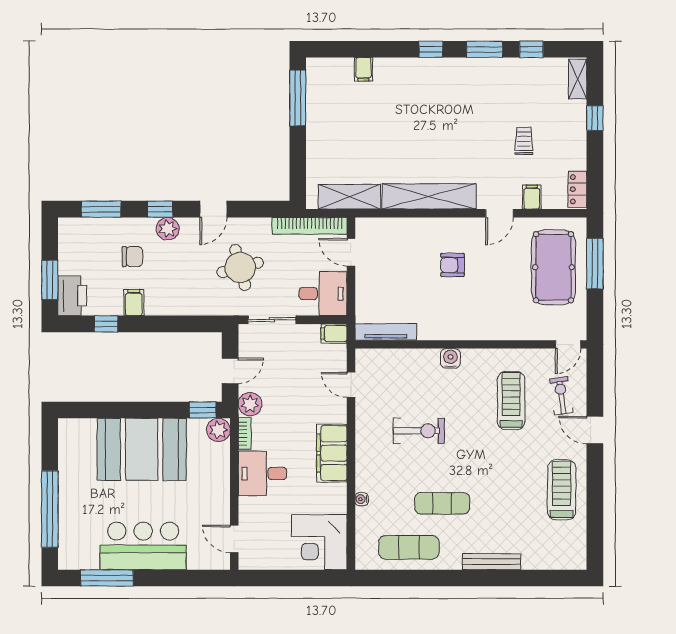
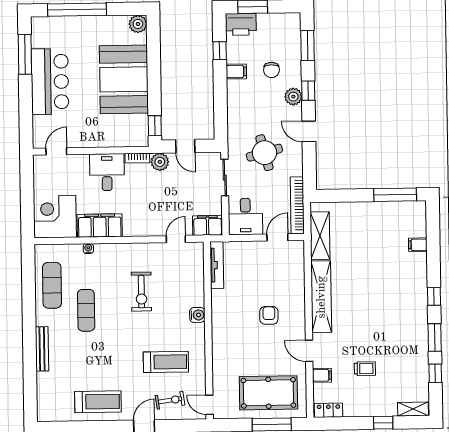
filing cabinet: (334, 334) -> (208, 225), width x2.00
plant: (218, 430) -> (138, 24), moved
filing cabinet: (332, 453) -> (100, 226), moved

